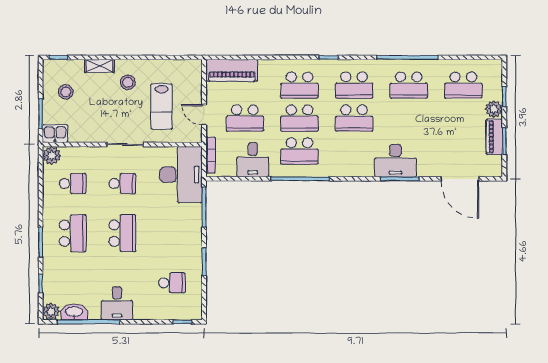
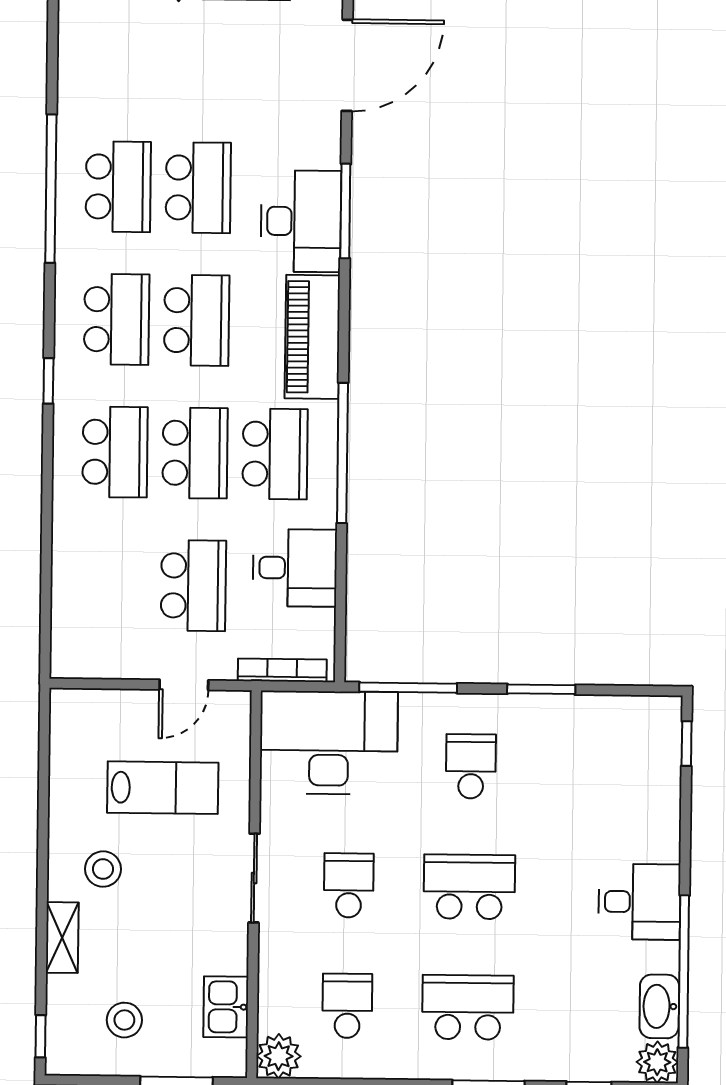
piano: (232, 70) -> (312, 337), moved, turned 180
school desk: (463, 85) -> (198, 188), moved
kitchen sink: (55, 134) -> (226, 1007), moved
school desk: (172, 283) -> (471, 766), moved

